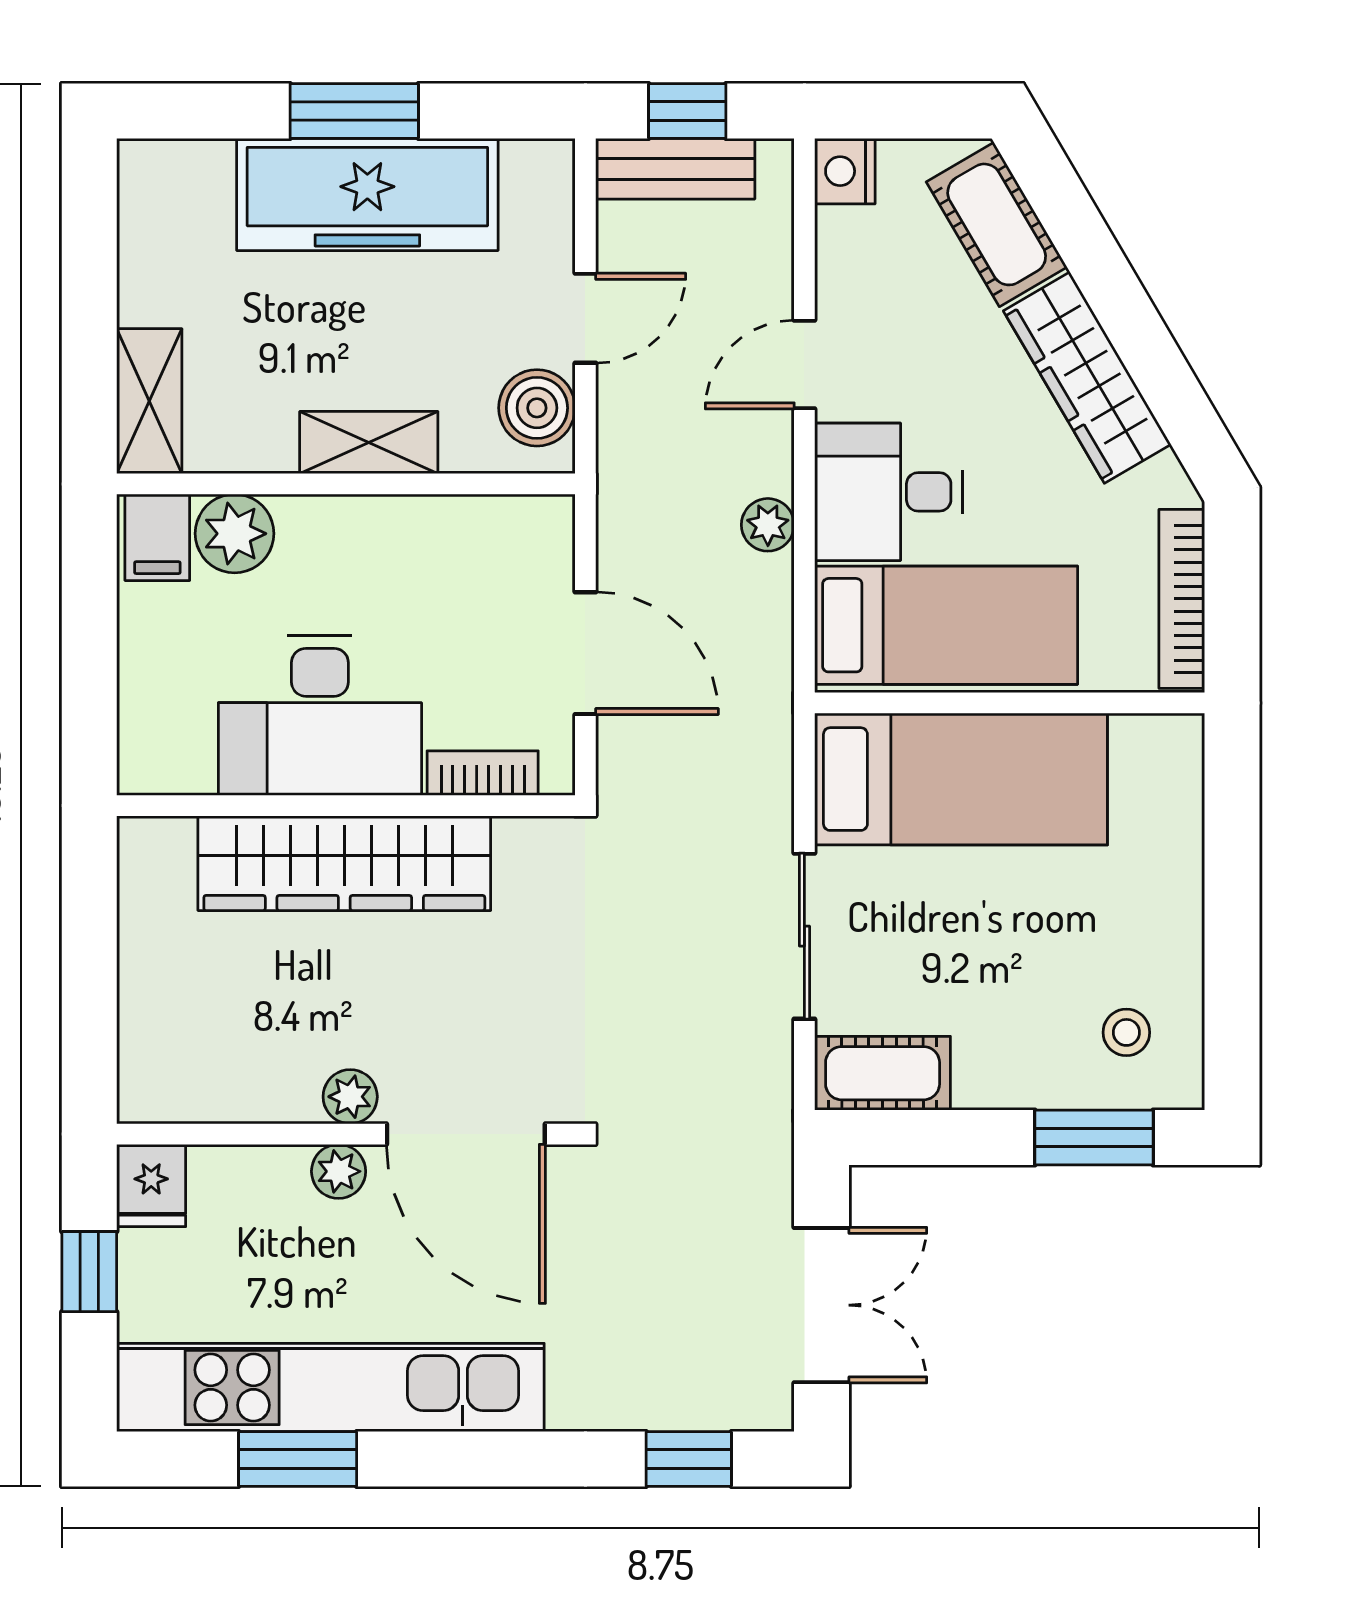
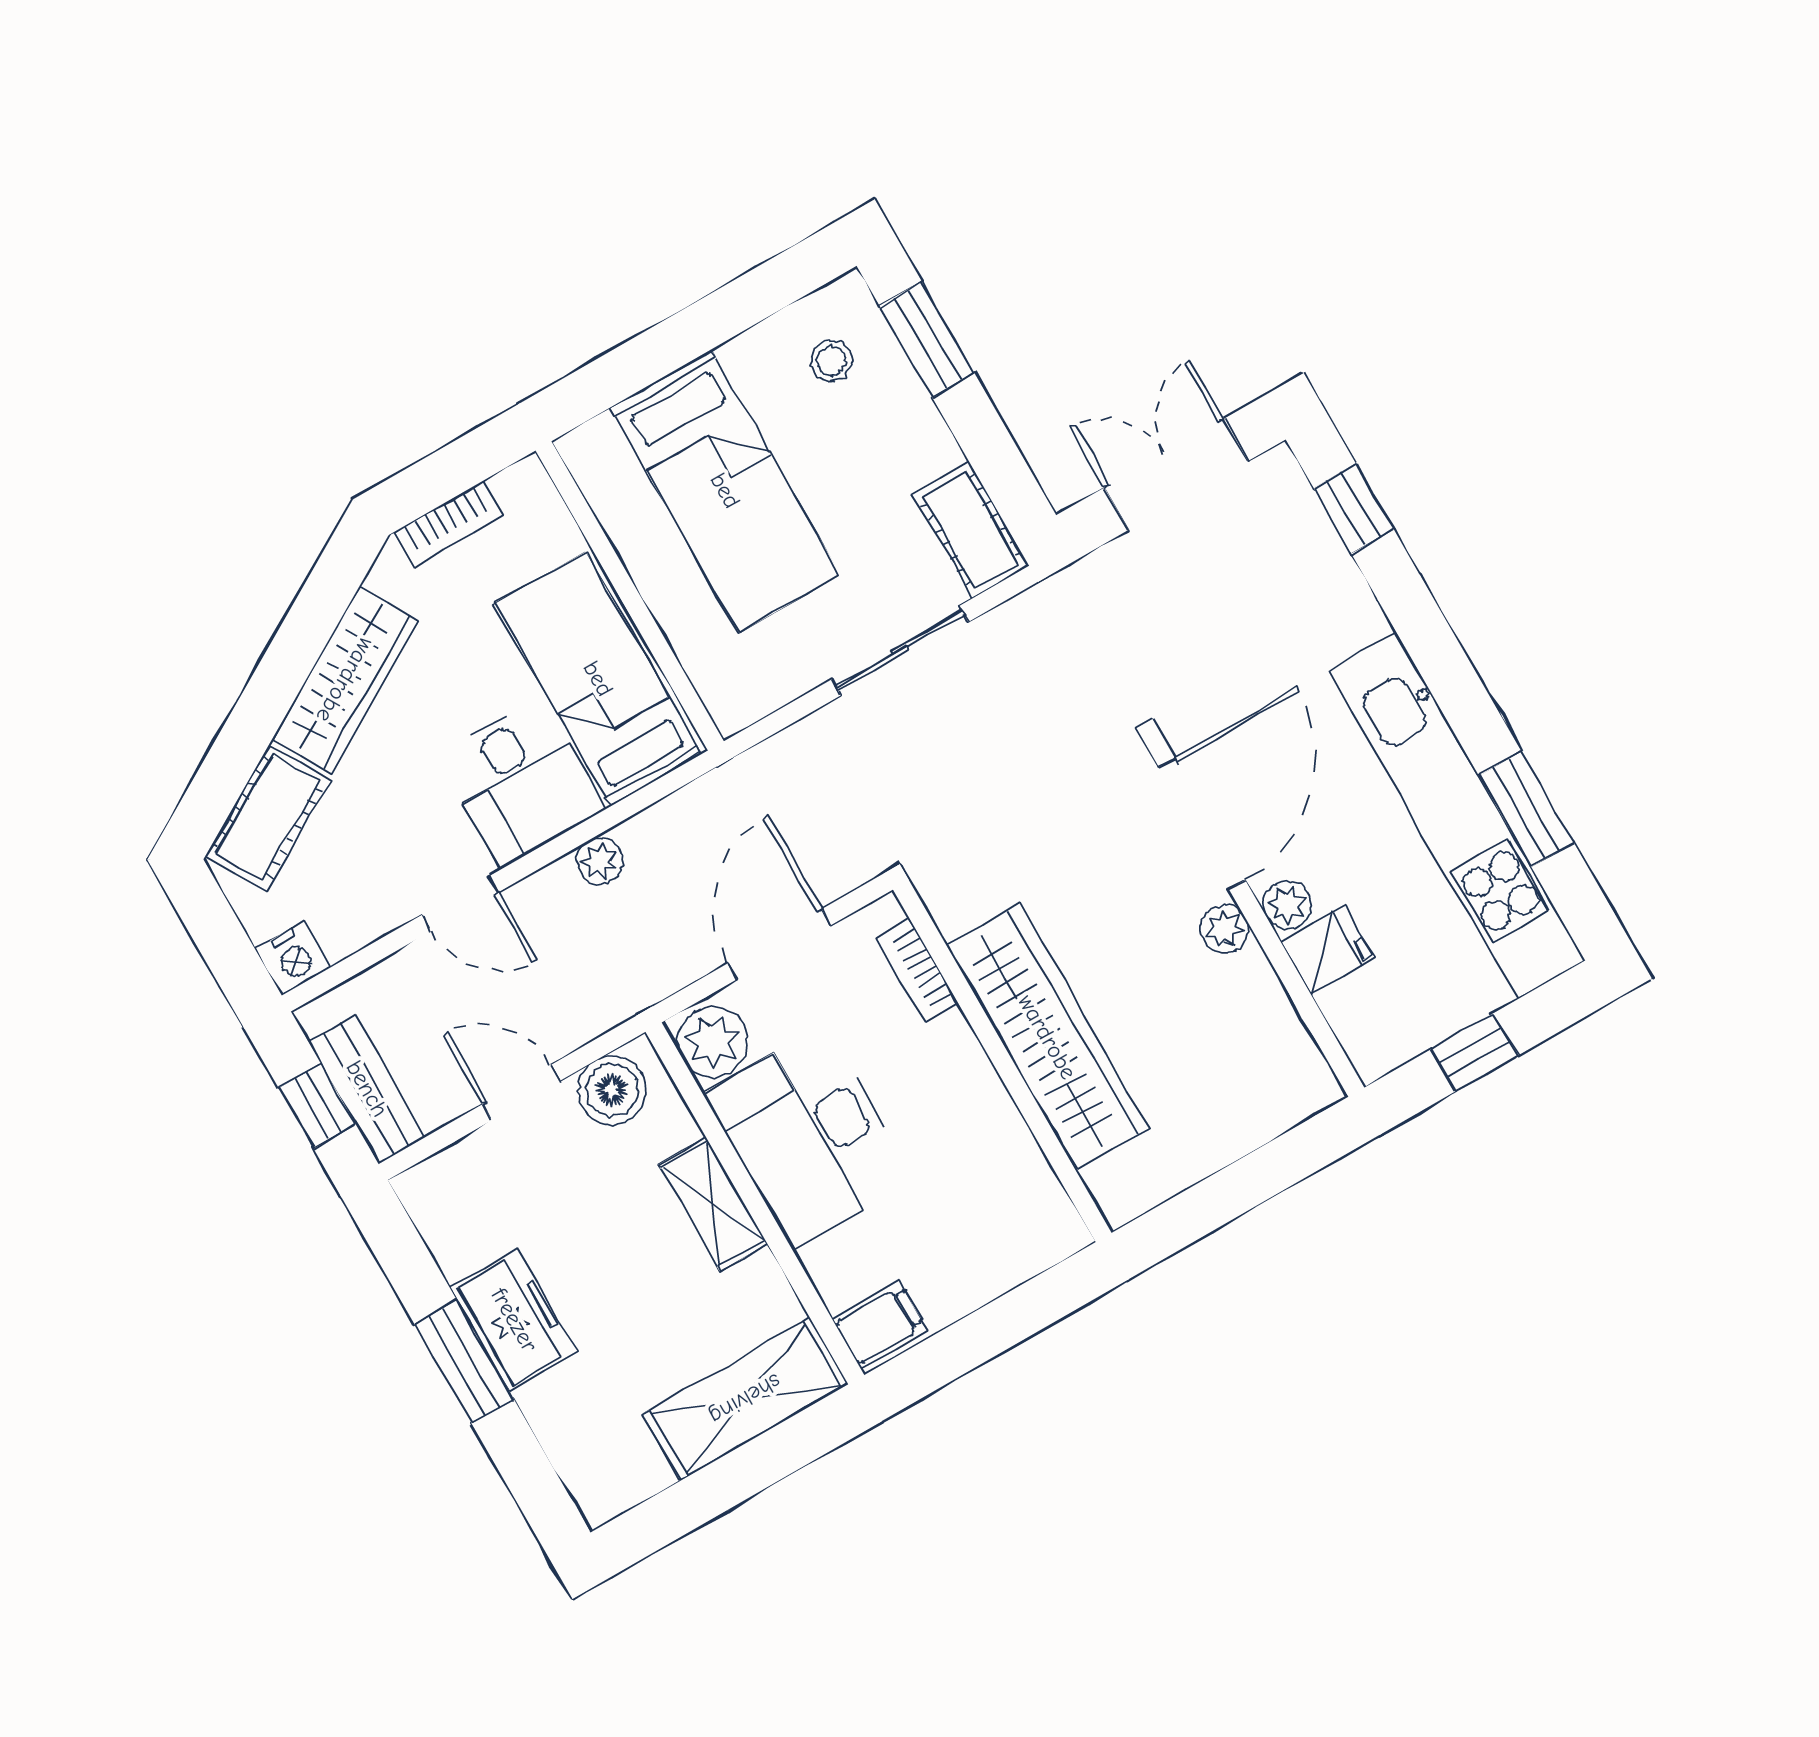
freezer: (367, 194) -> (514, 1320), width x0.52, depth x0.79
shelving: (149, 401) -> (745, 1399), width x1.50, depth x1.33
plant: (235, 534) -> (713, 1042), moved
bookcase: (1182, 599) -> (449, 524), width x0.64
desk: (320, 715) -> (809, 1137), moved, turned 180
bed: (961, 779) -> (725, 491), moved, turned 180
fridge: (151, 1185) -> (1327, 950), moved

